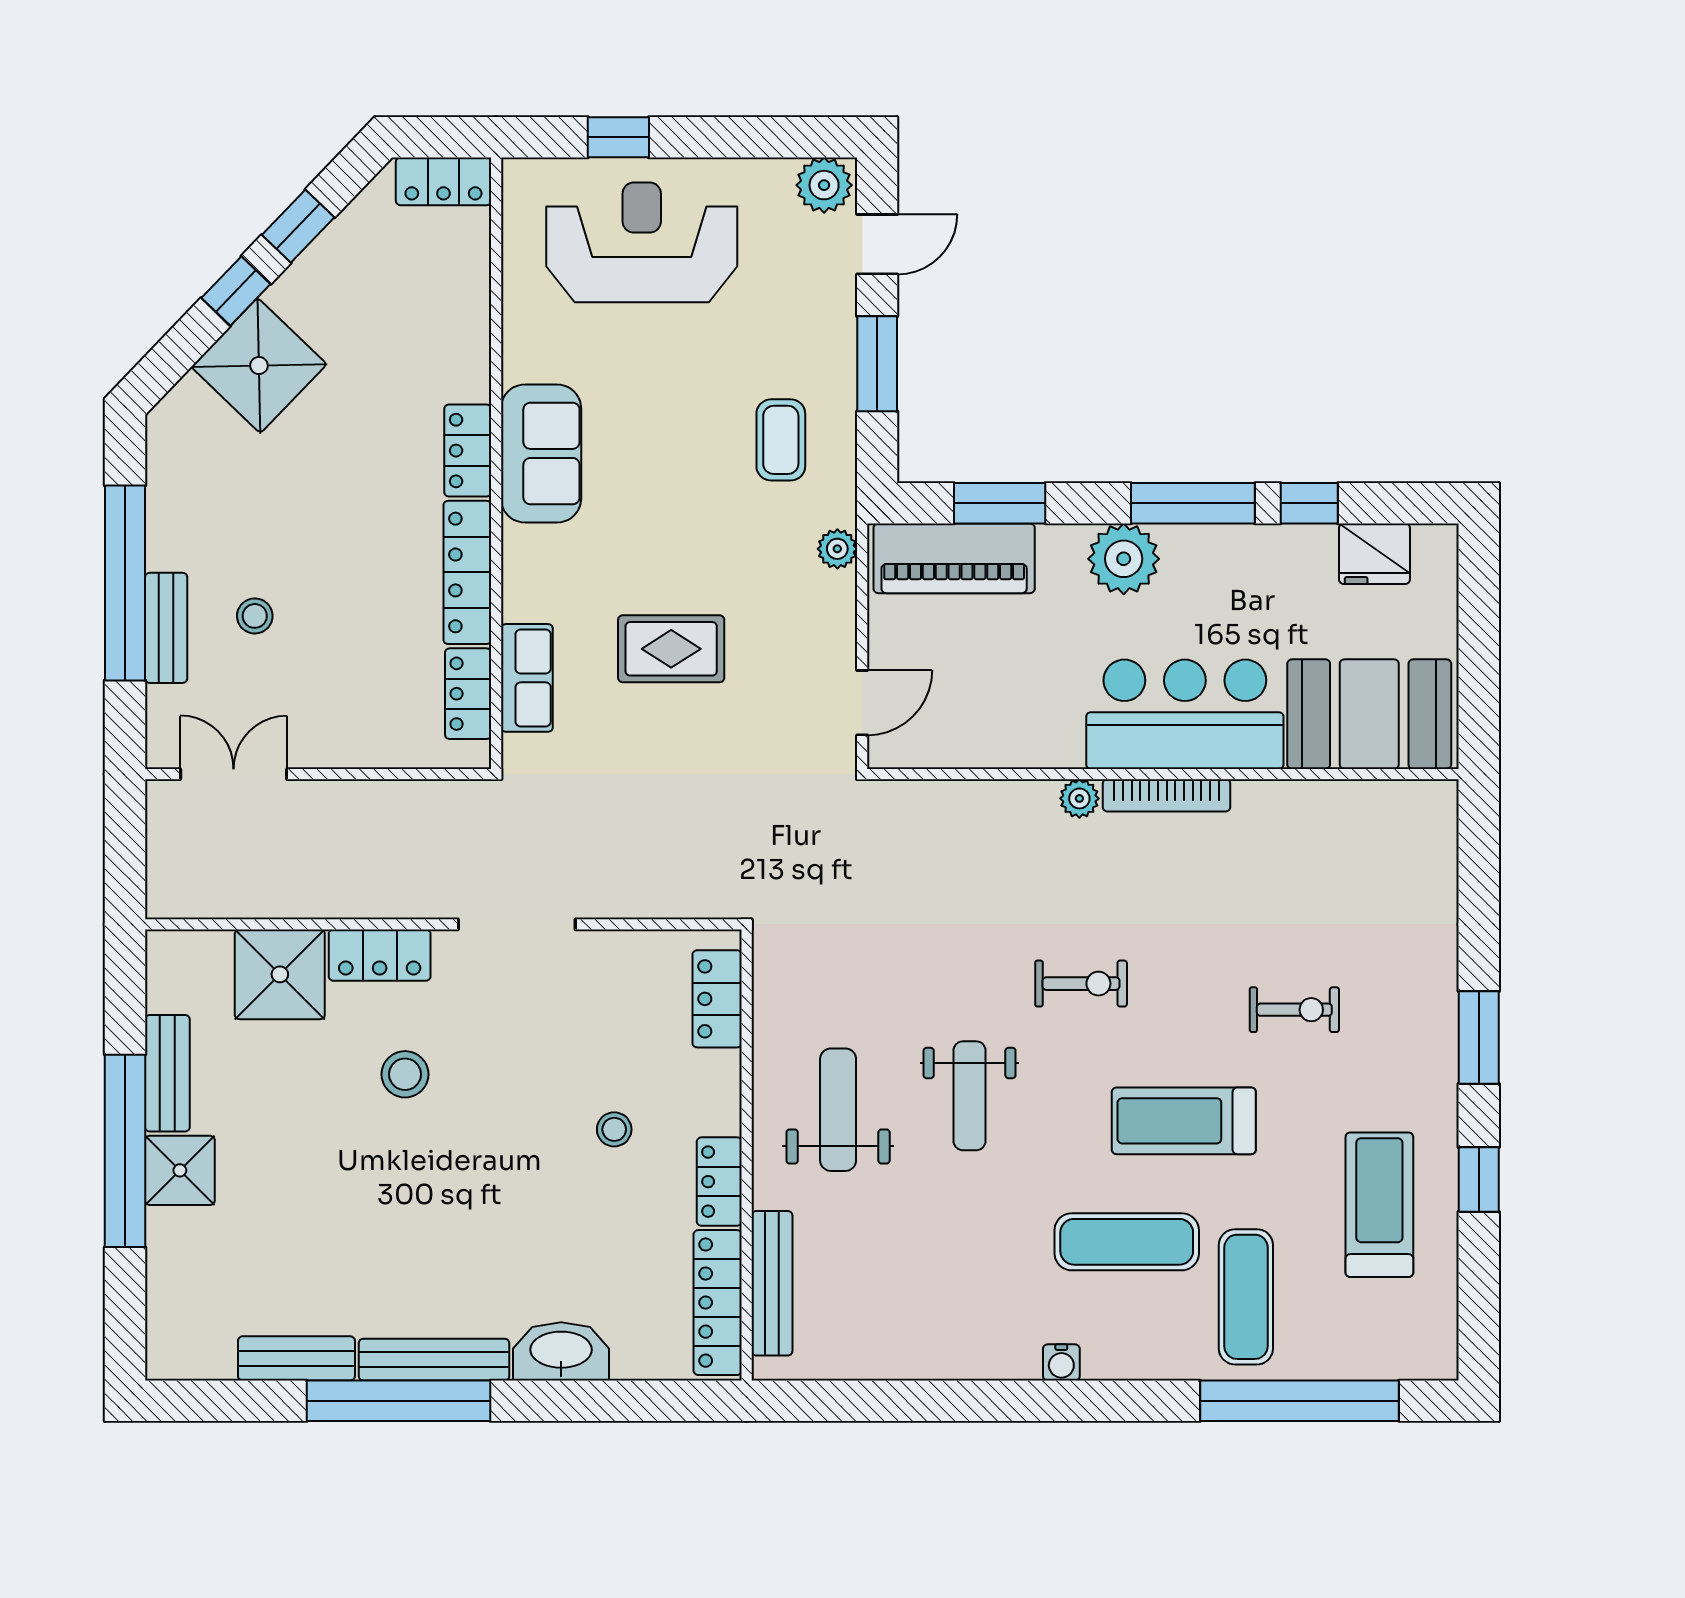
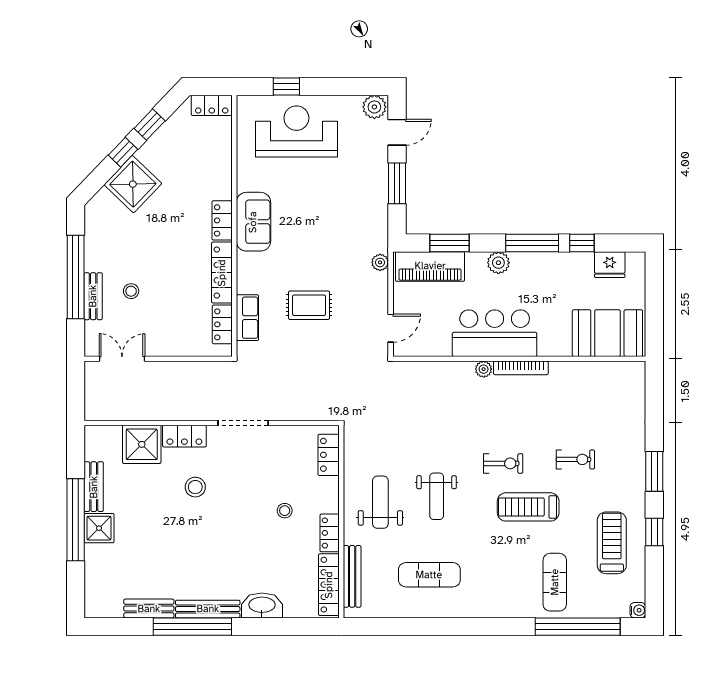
coffee table: (781, 440) -> (356, 216), removed
plant: (1124, 559) -> (498, 263), width x0.73, depth x0.73
bar counter: (1185, 714) -> (495, 333), moved
exercise bike: (1081, 984) -> (503, 463), moved
exercise mat: (1127, 1242) -> (429, 575), moved
water cooler: (1061, 1362) -> (638, 610), moved, turned -90

